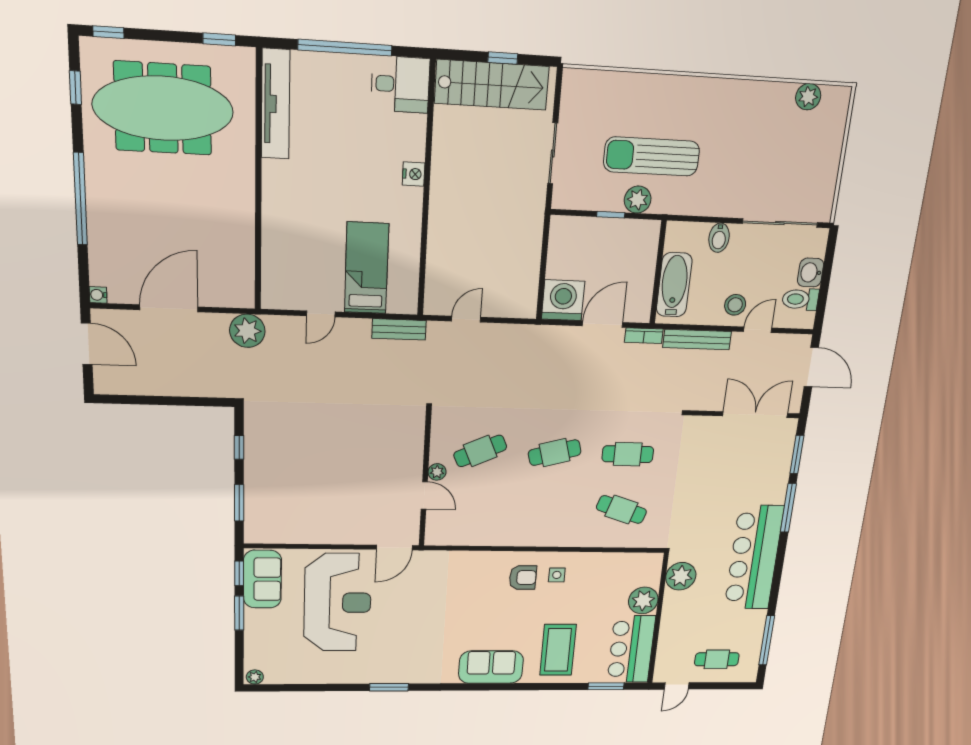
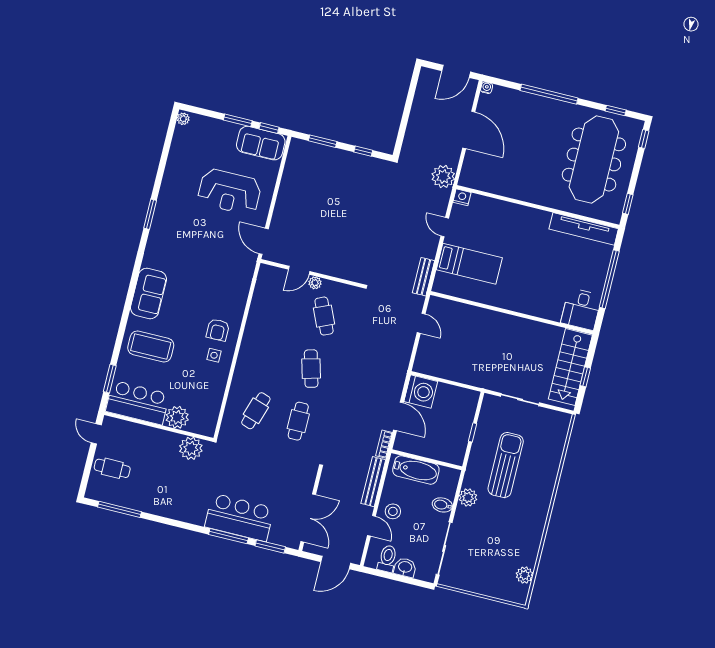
nightstand: (414, 174) -> (462, 197), moved, turned 180
plant: (638, 200) -> (468, 497), moved
bar counter: (754, 558) -> (239, 517), moved, width x0.73
reception desk: (338, 603) -> (230, 192), width x0.74, depth x0.77
cafe table: (717, 659) -> (112, 468), turned 90

